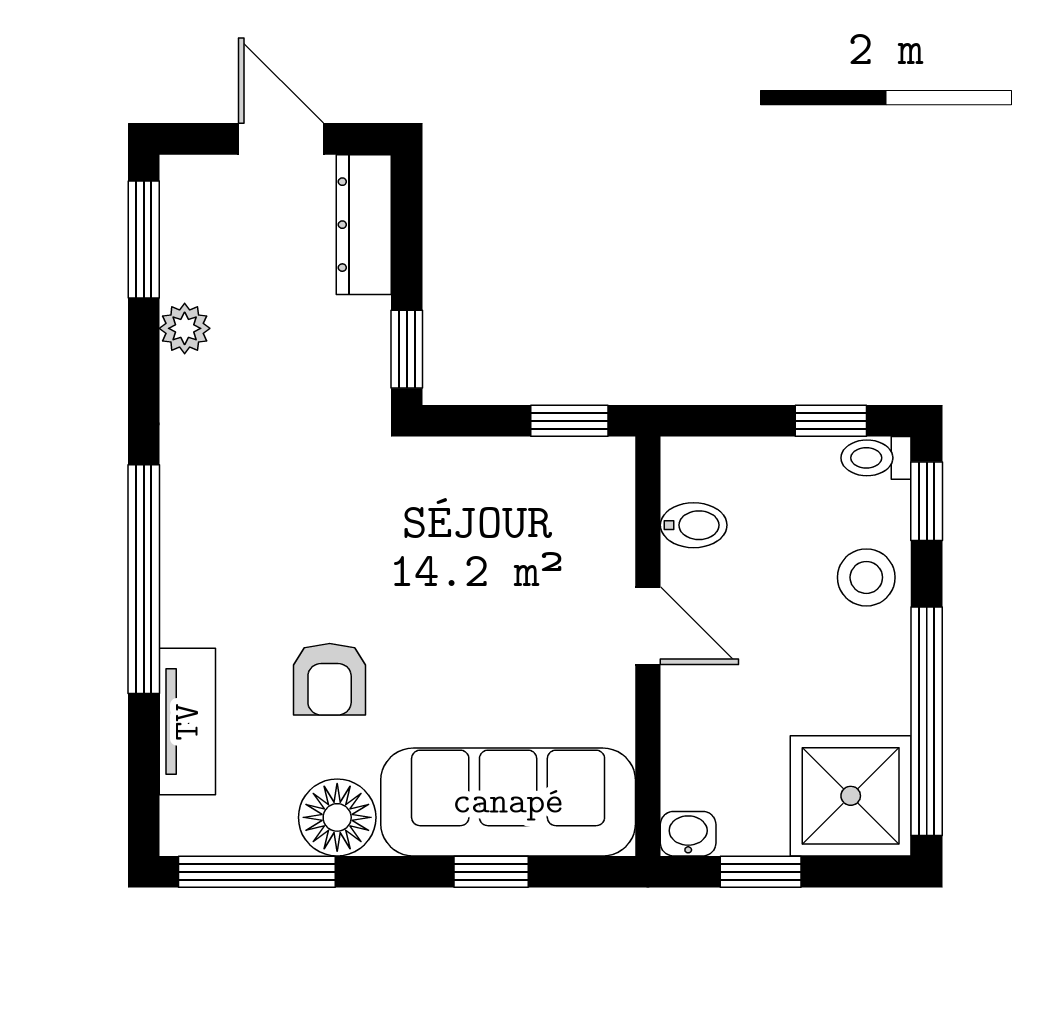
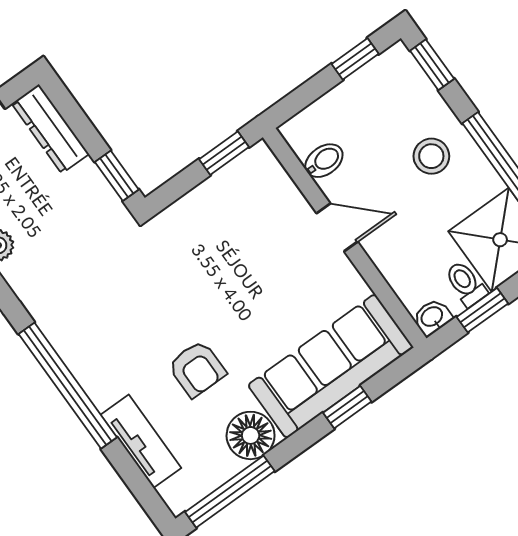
toilet: (876, 458) -> (466, 284), moved, turned 90
stool: (866, 577) -> (431, 156), moved

